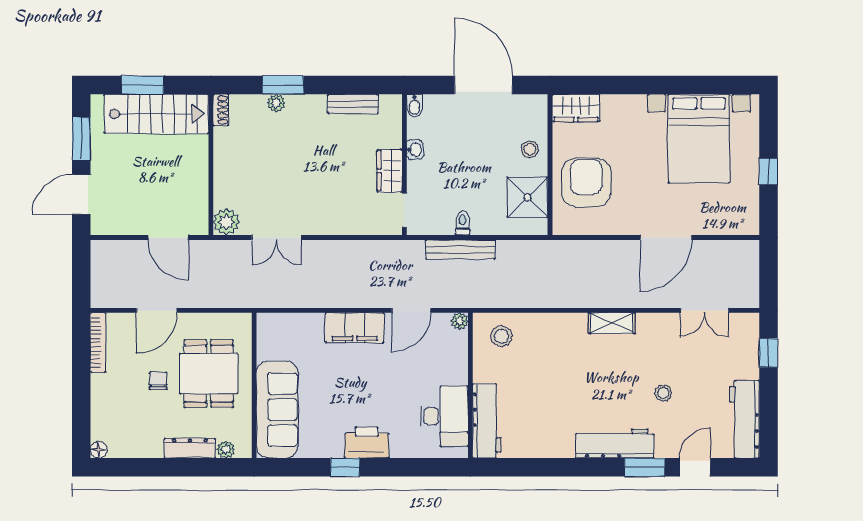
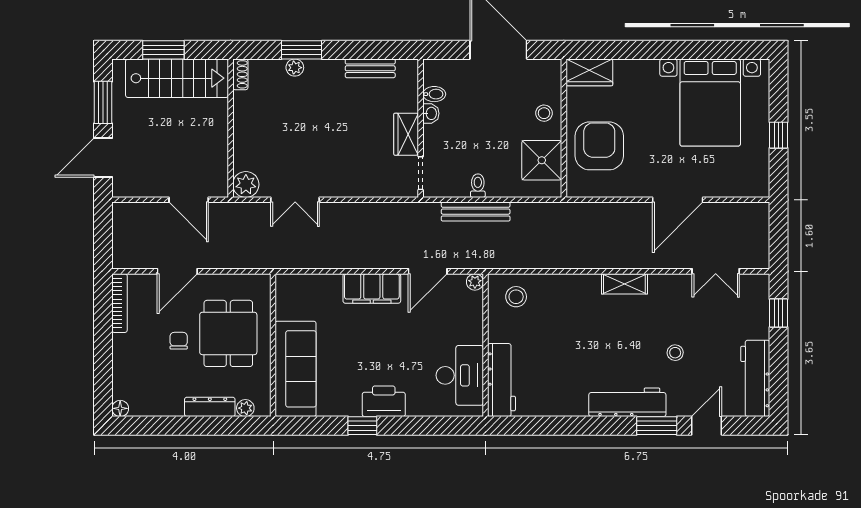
bidet: (414, 106) -> (434, 94), moved, turned -90

